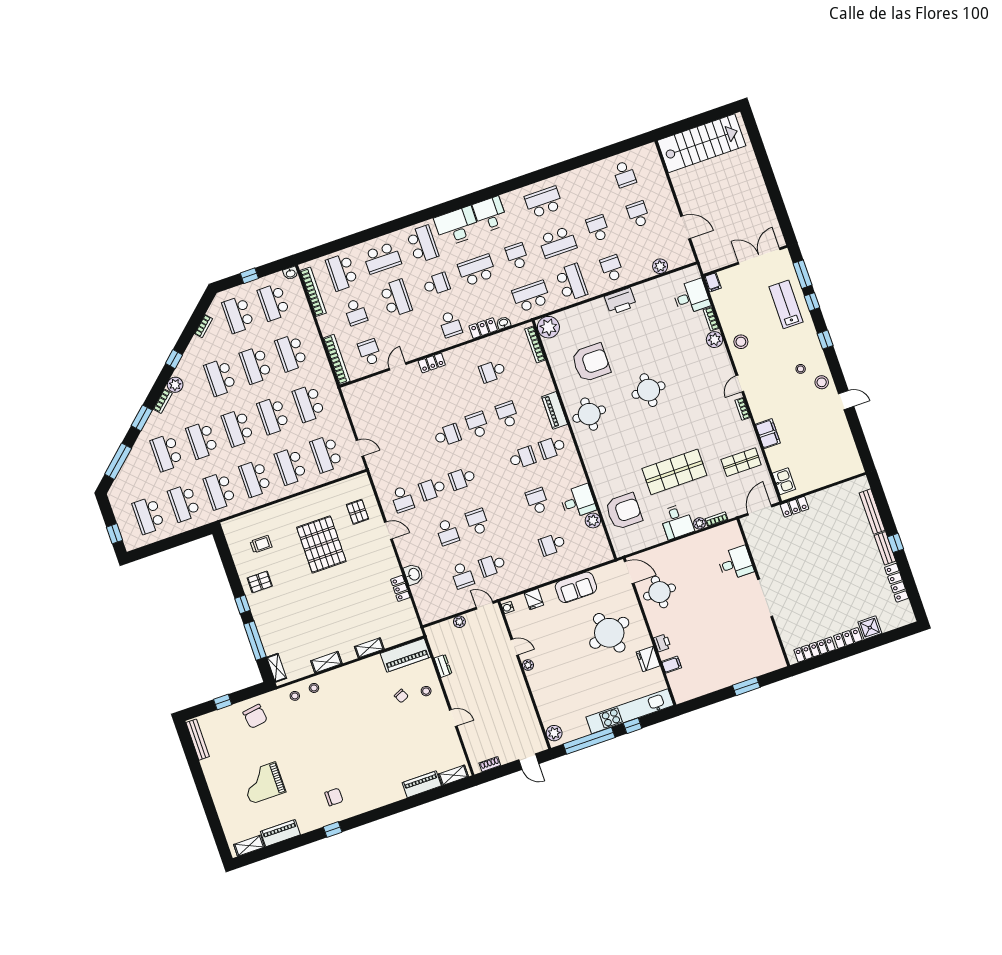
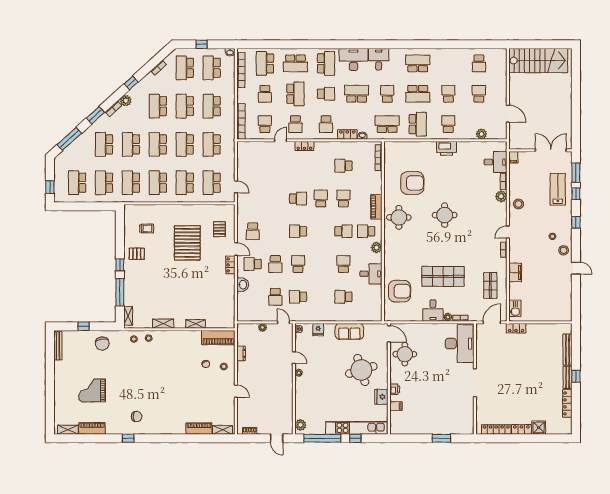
plant: (548, 327) -> (392, 149), removed
school desk: (410, 338) -> (295, 124), added
shop shelf: (741, 462) -> (490, 285), turned 90
school desk: (432, 489) -> (253, 264), moved
plant: (593, 521) -> (376, 248), moved
desk: (735, 563) -> (460, 344), width x1.87, depth x1.30
locker: (400, 588) -> (230, 265), moved

